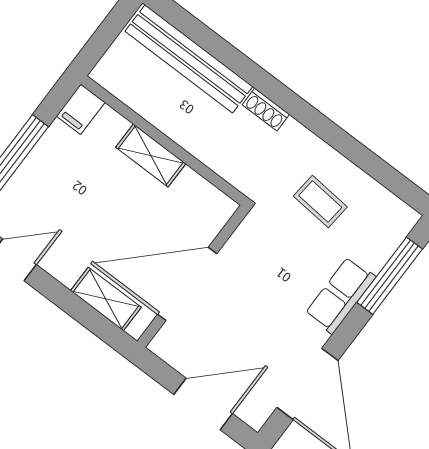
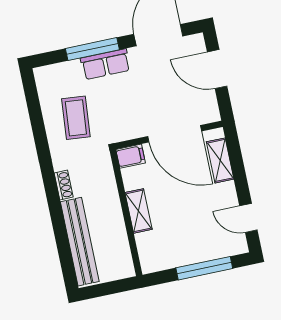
filing cabinet: (81, 109) -> (131, 156), moved
coffee table: (320, 202) -> (76, 118), width x1.36, depth x1.30
window: (390, 276) -> (92, 49), moved

